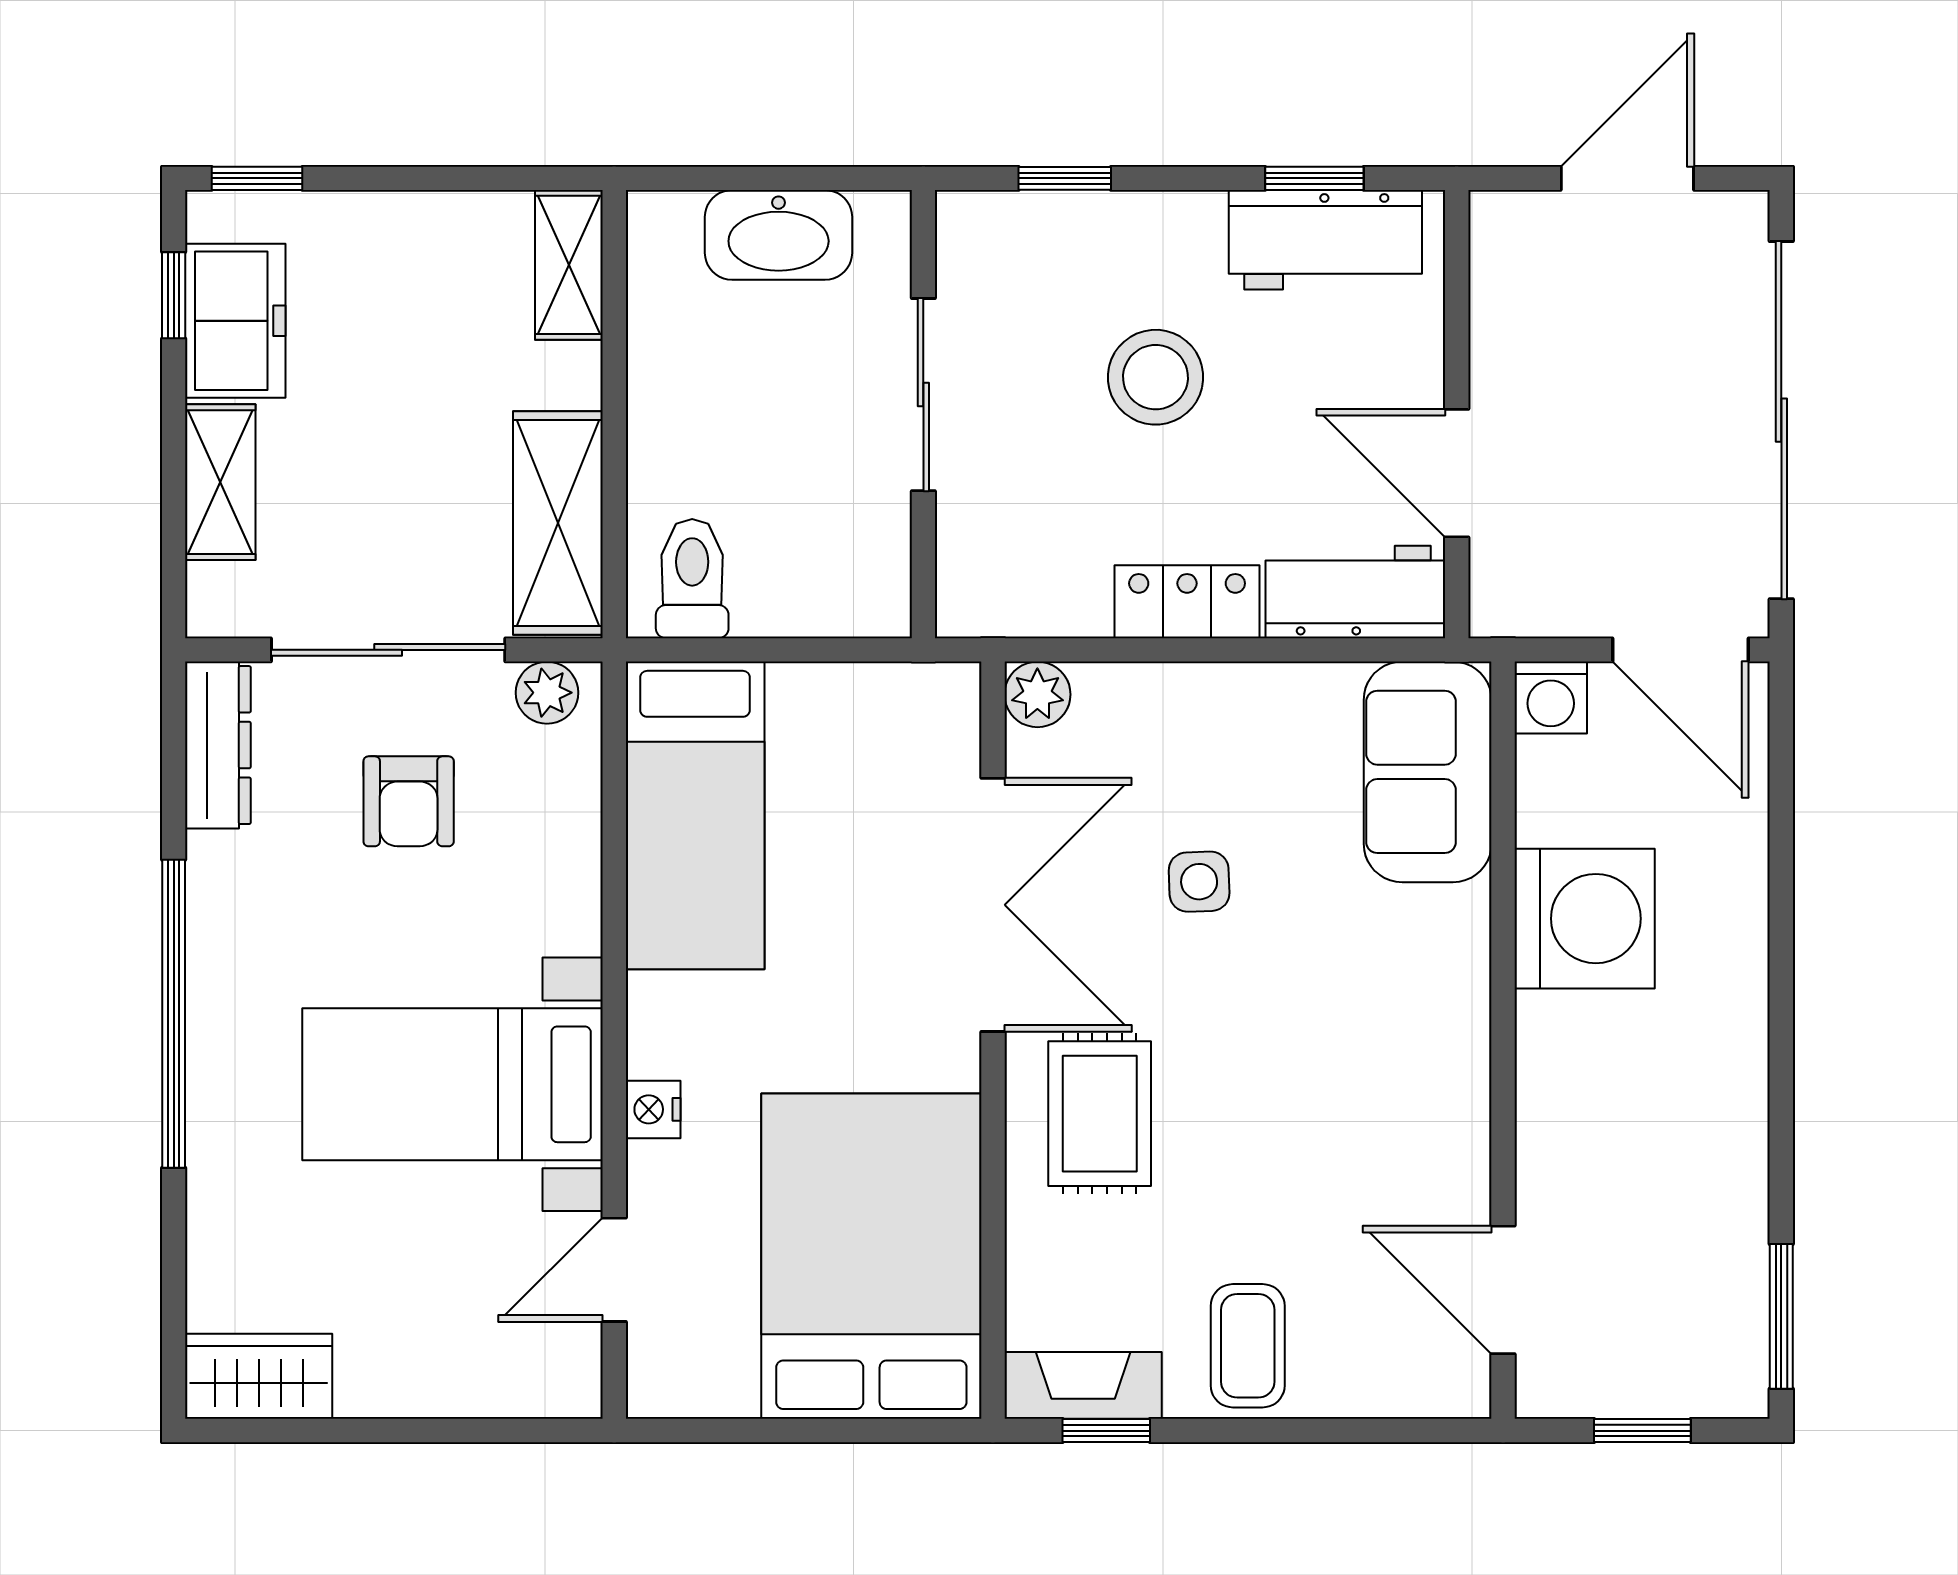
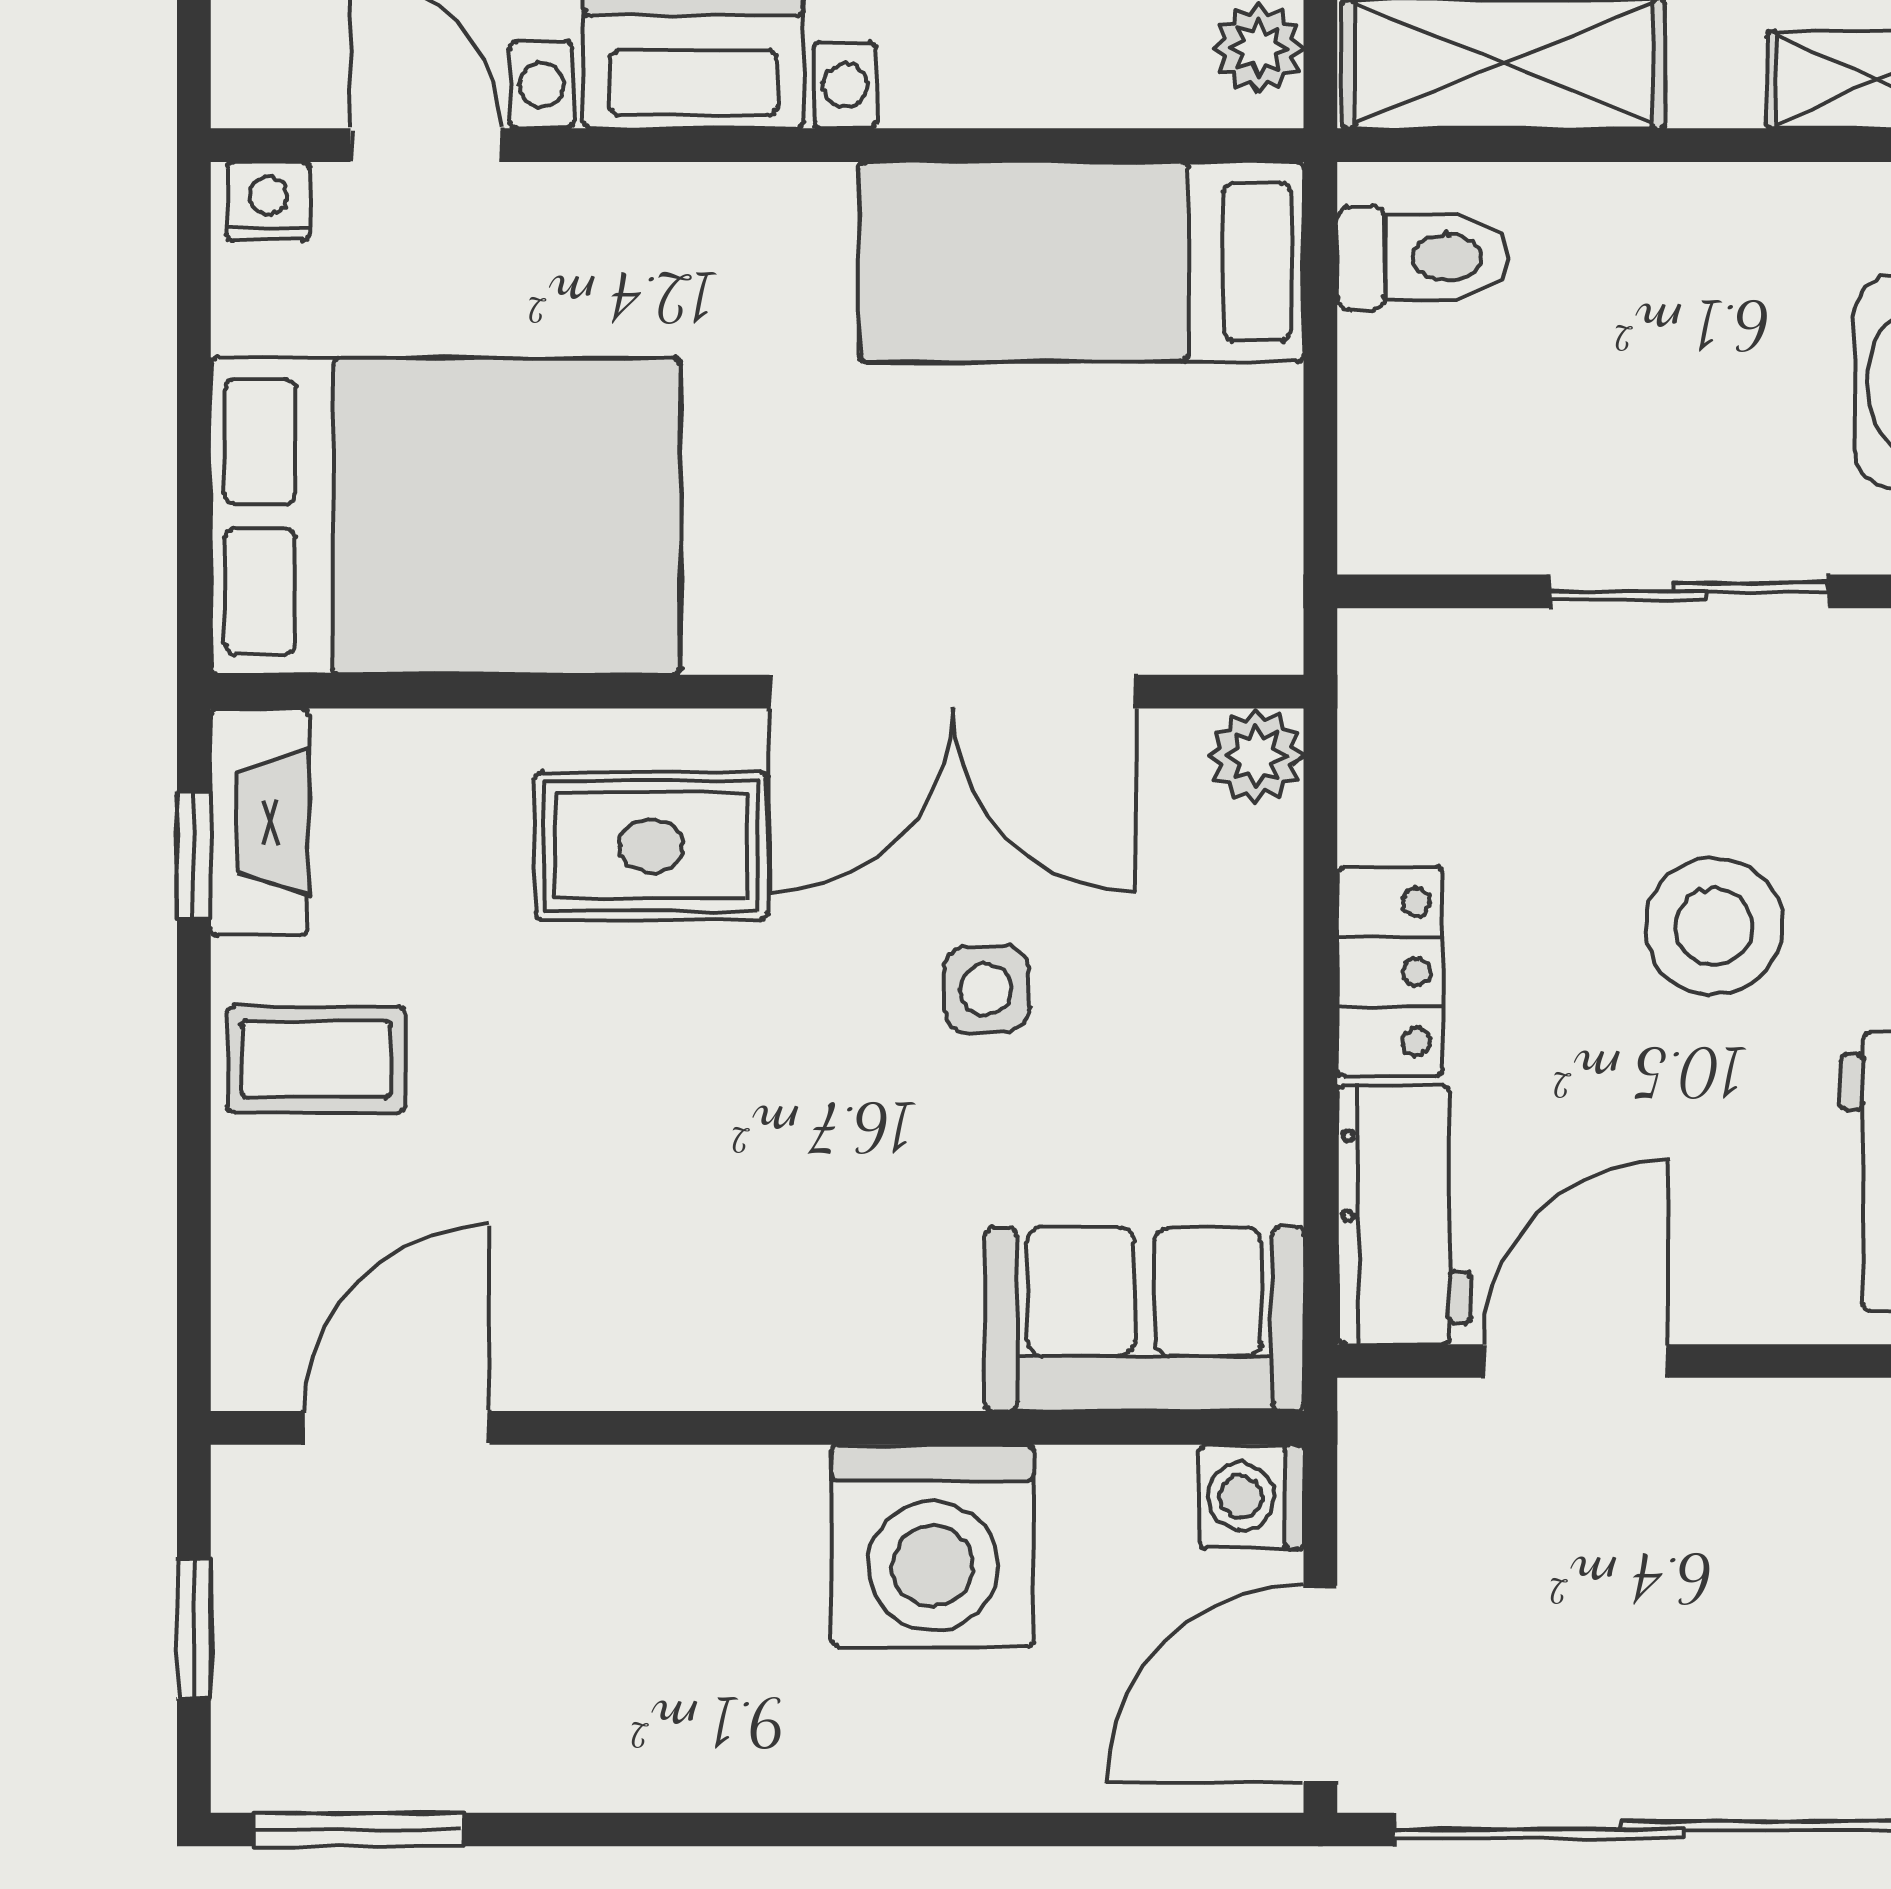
nightstand: (653, 1109) -> (268, 201), moved

